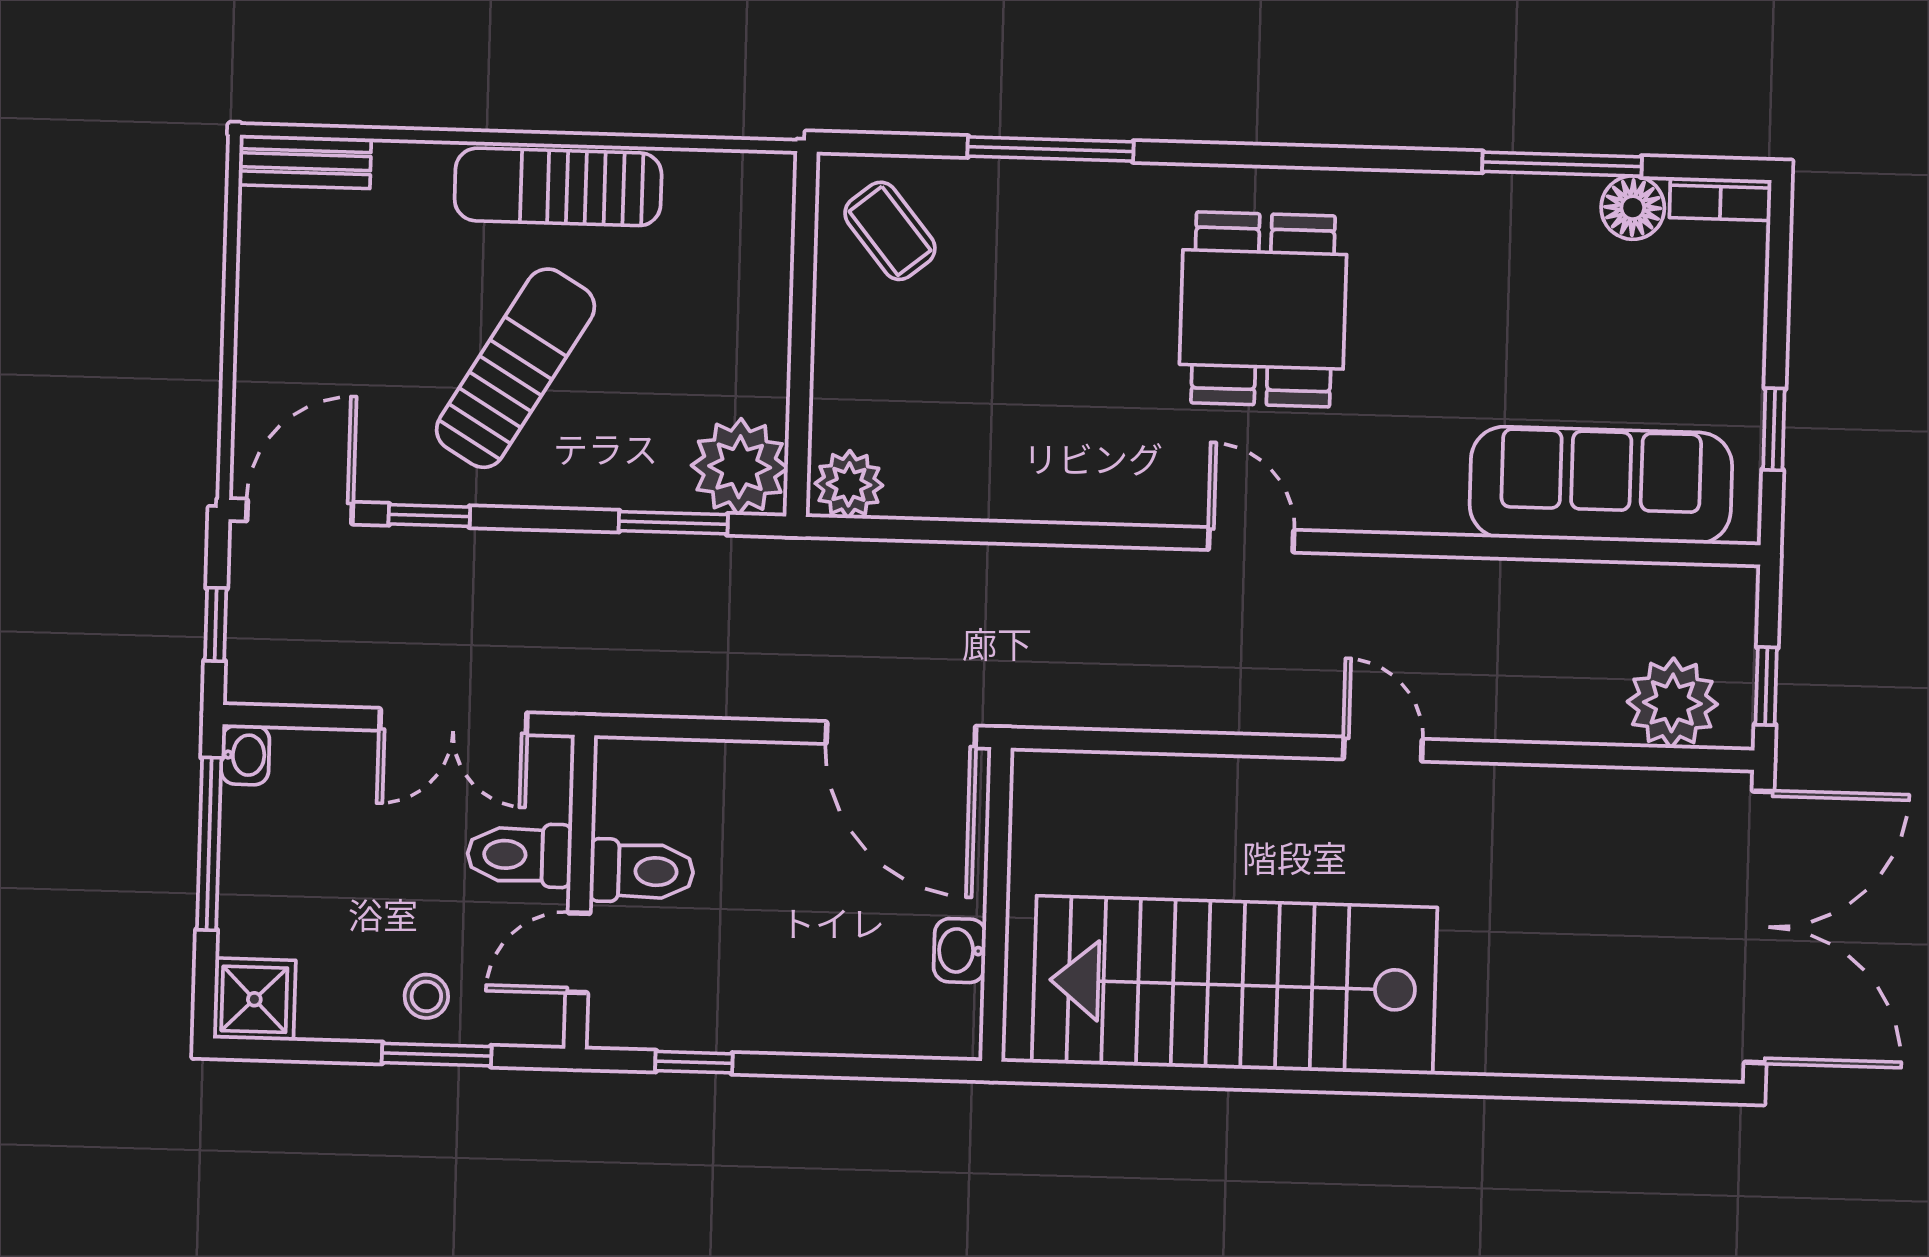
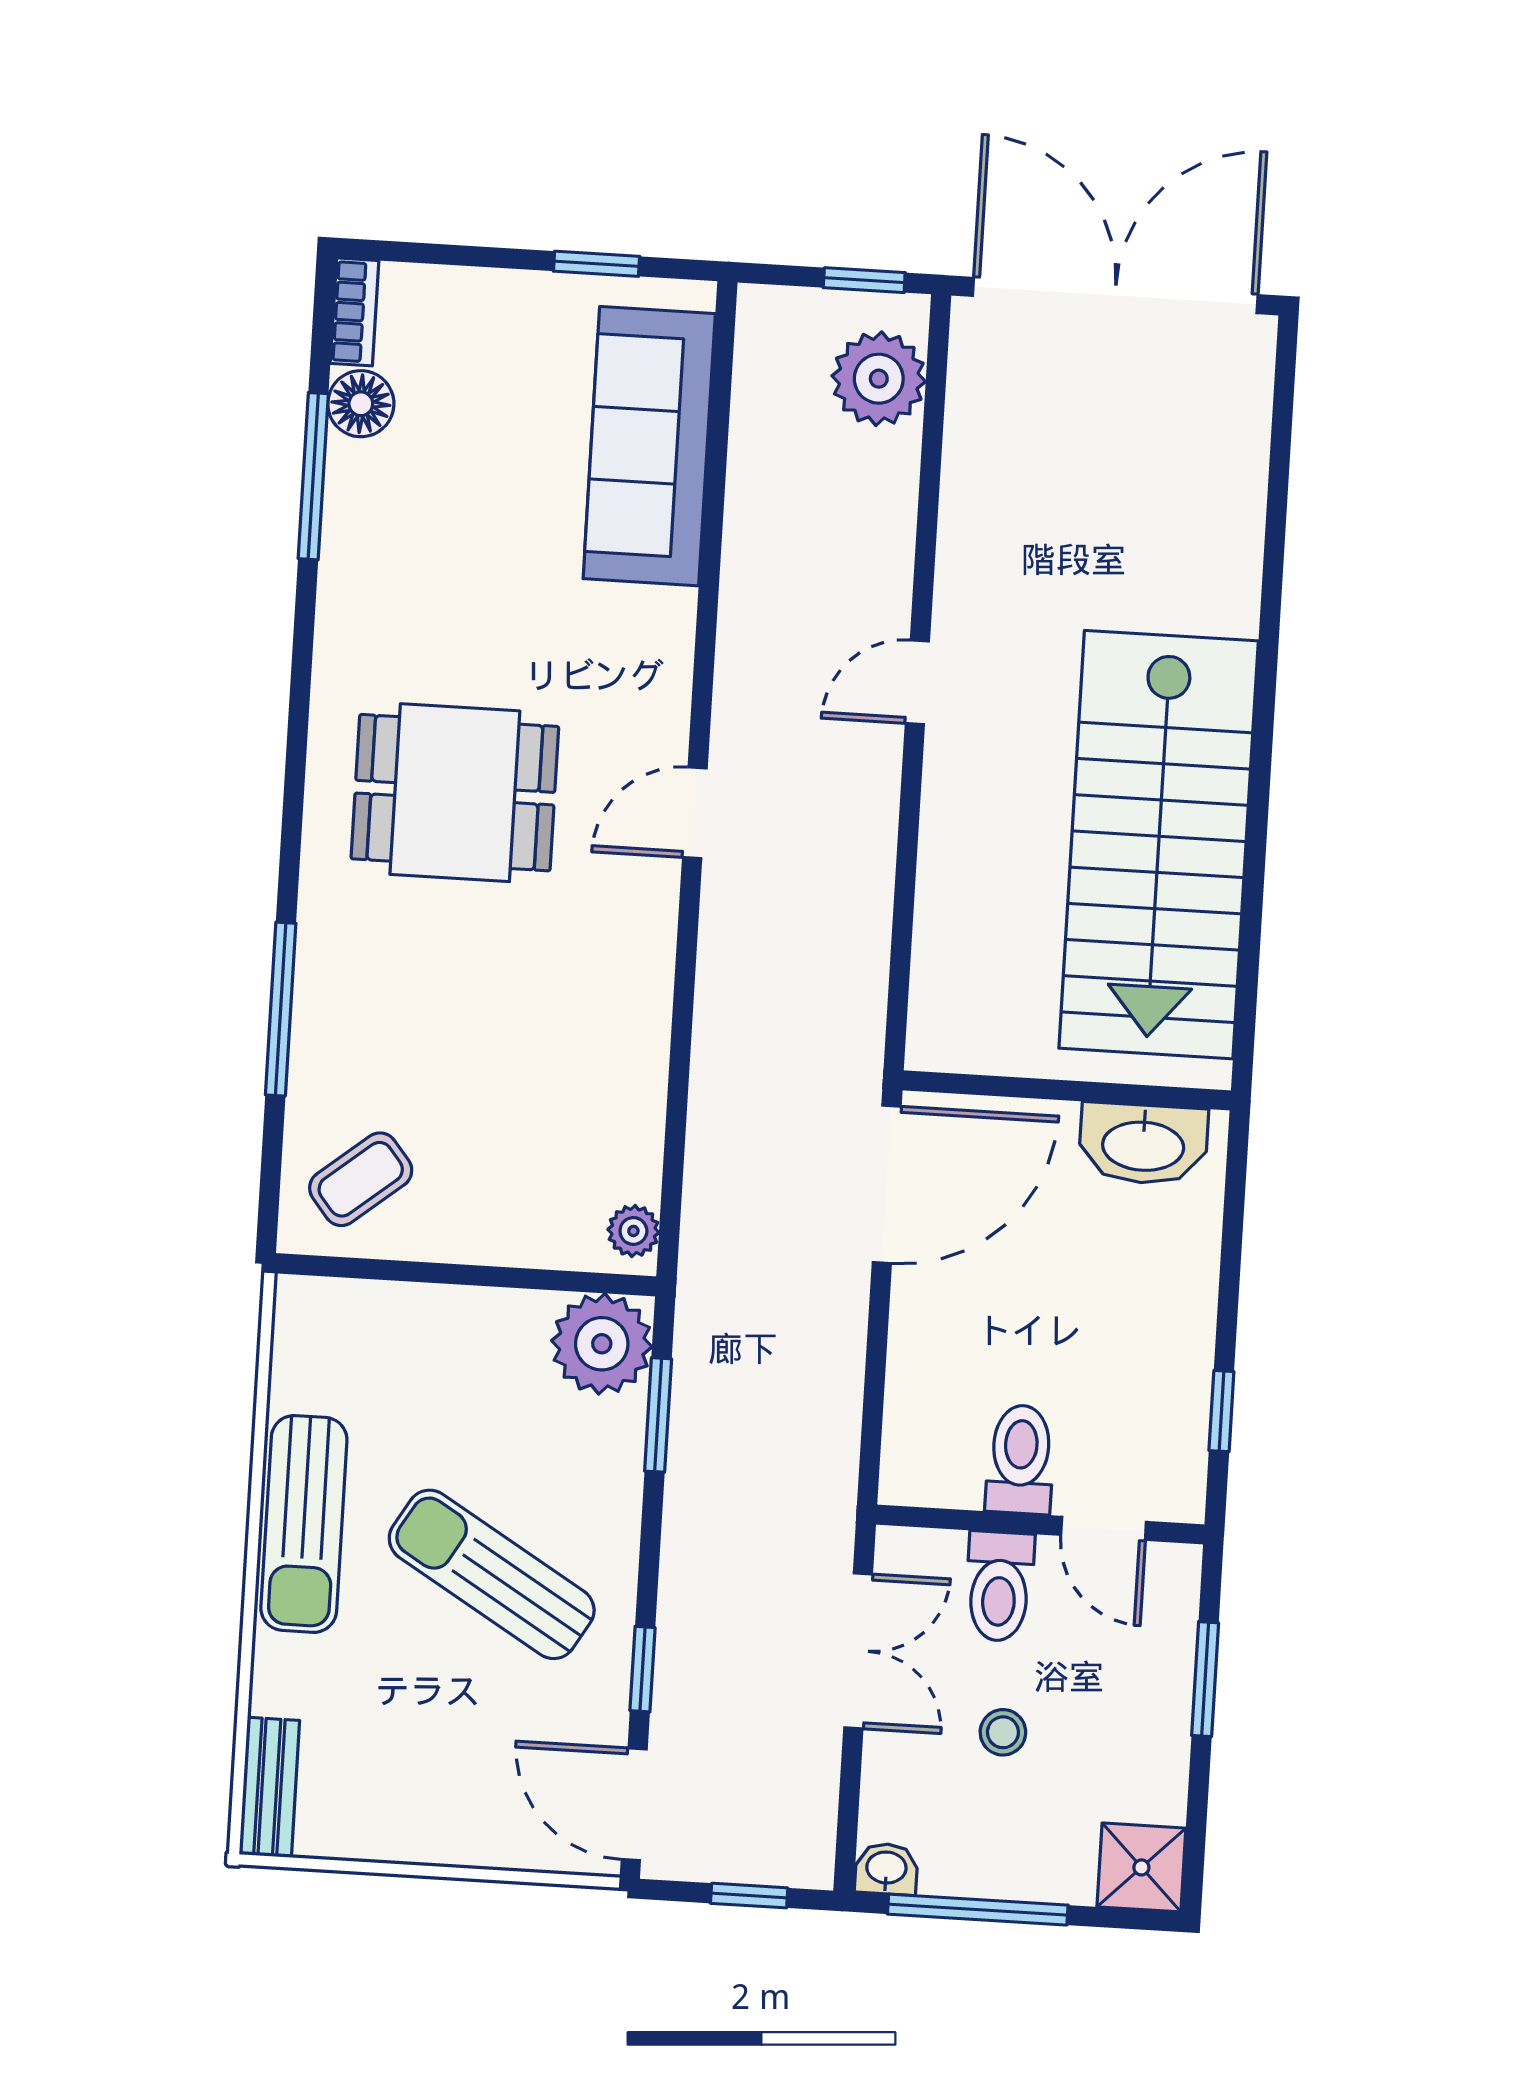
plant: (849, 484) -> (633, 1231), width x0.73, depth x0.73
washbasin: (960, 951) -> (1143, 1144), width x1.91, depth x1.45
stool: (426, 996) -> (1003, 1732), moved

